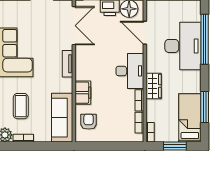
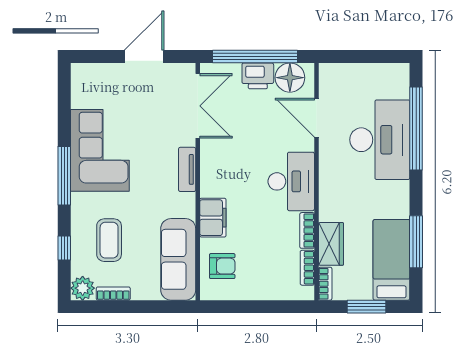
wardrobe: (154, 86) -> (331, 244), moved
armchair: (89, 122) -> (222, 266), turned 90

